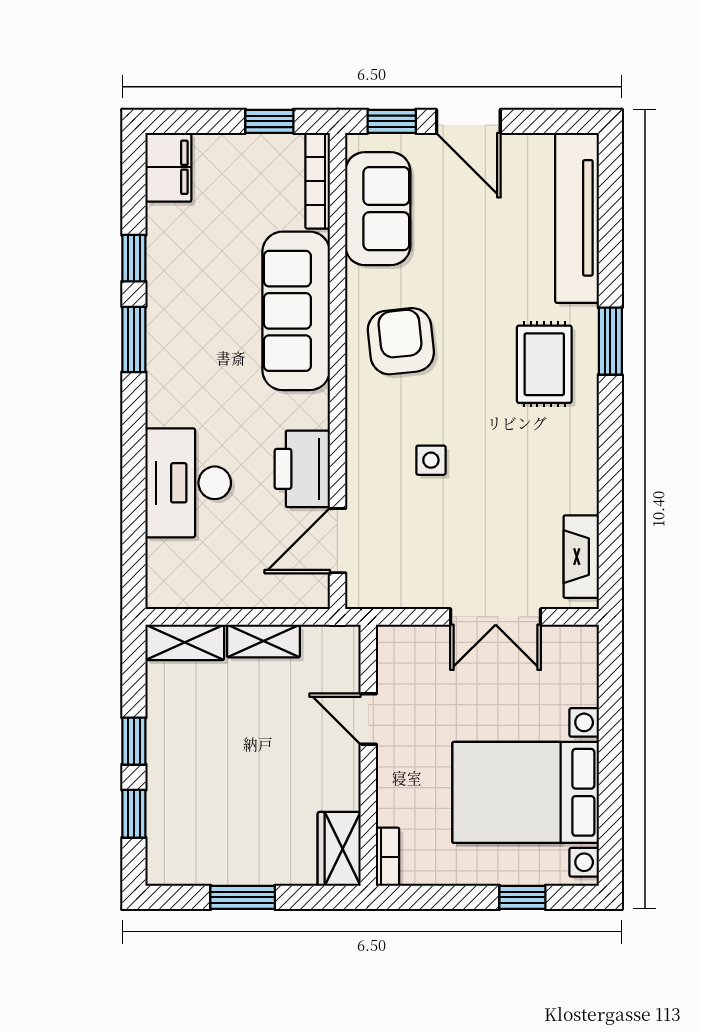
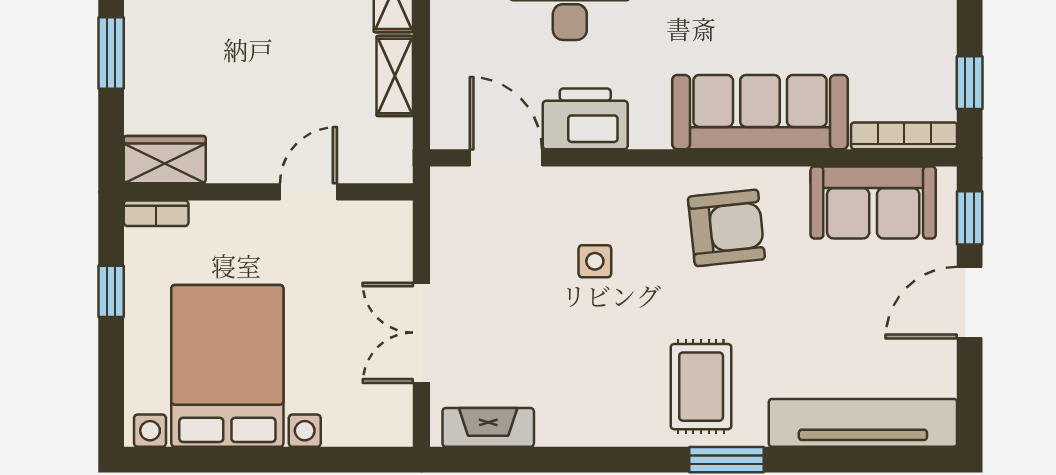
rug: (544, 364) -> (701, 387), turned 90
window: (522, 897) -> (111, 291), moved

